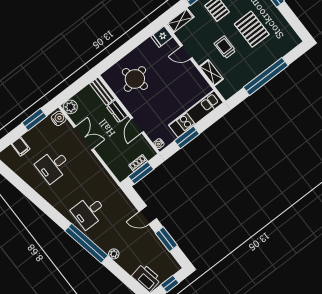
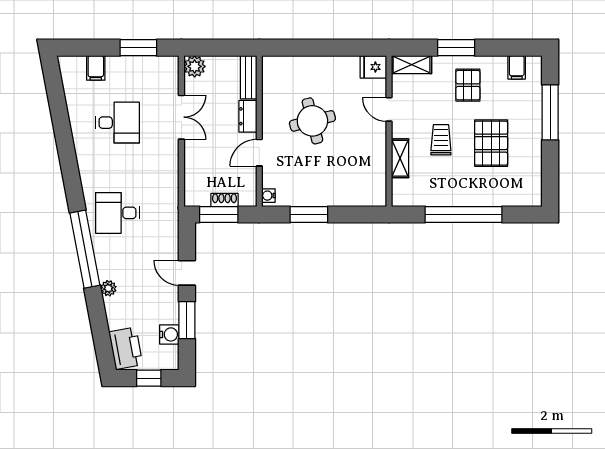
round table: (135, 79) -> (312, 121), moved
kitchen unit: (196, 114) -> (342, 194), removed
water cooler: (59, 118) -> (169, 334), moved
desk: (53, 166) -> (118, 123), turned 180

